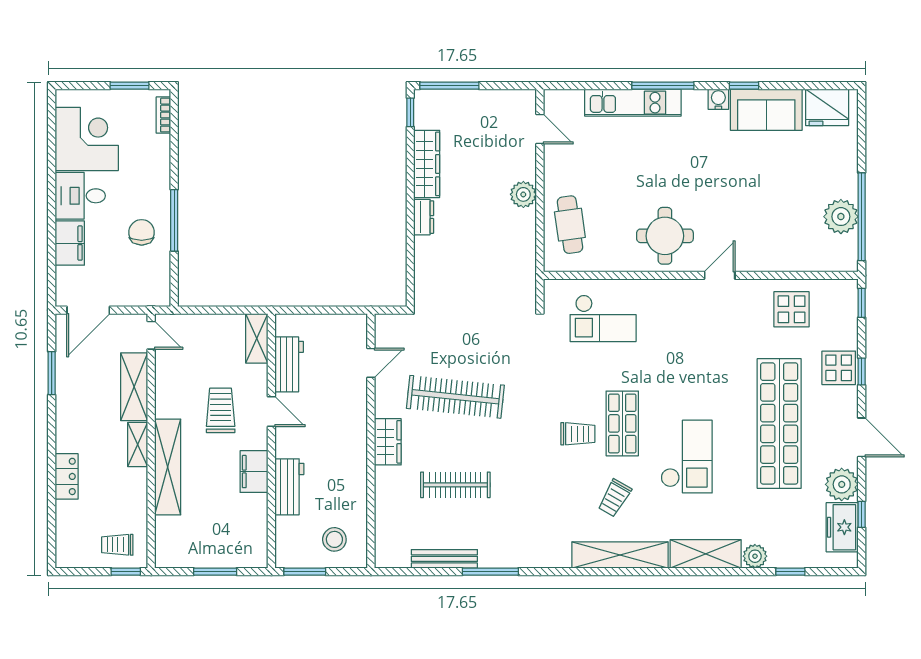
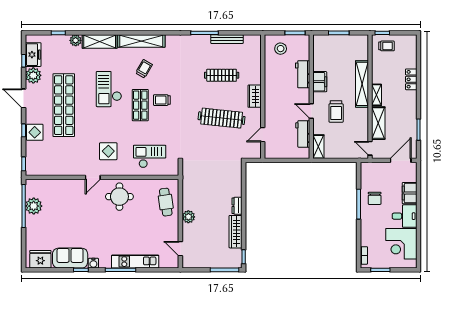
display table: (792, 309) -> (108, 151), moved

